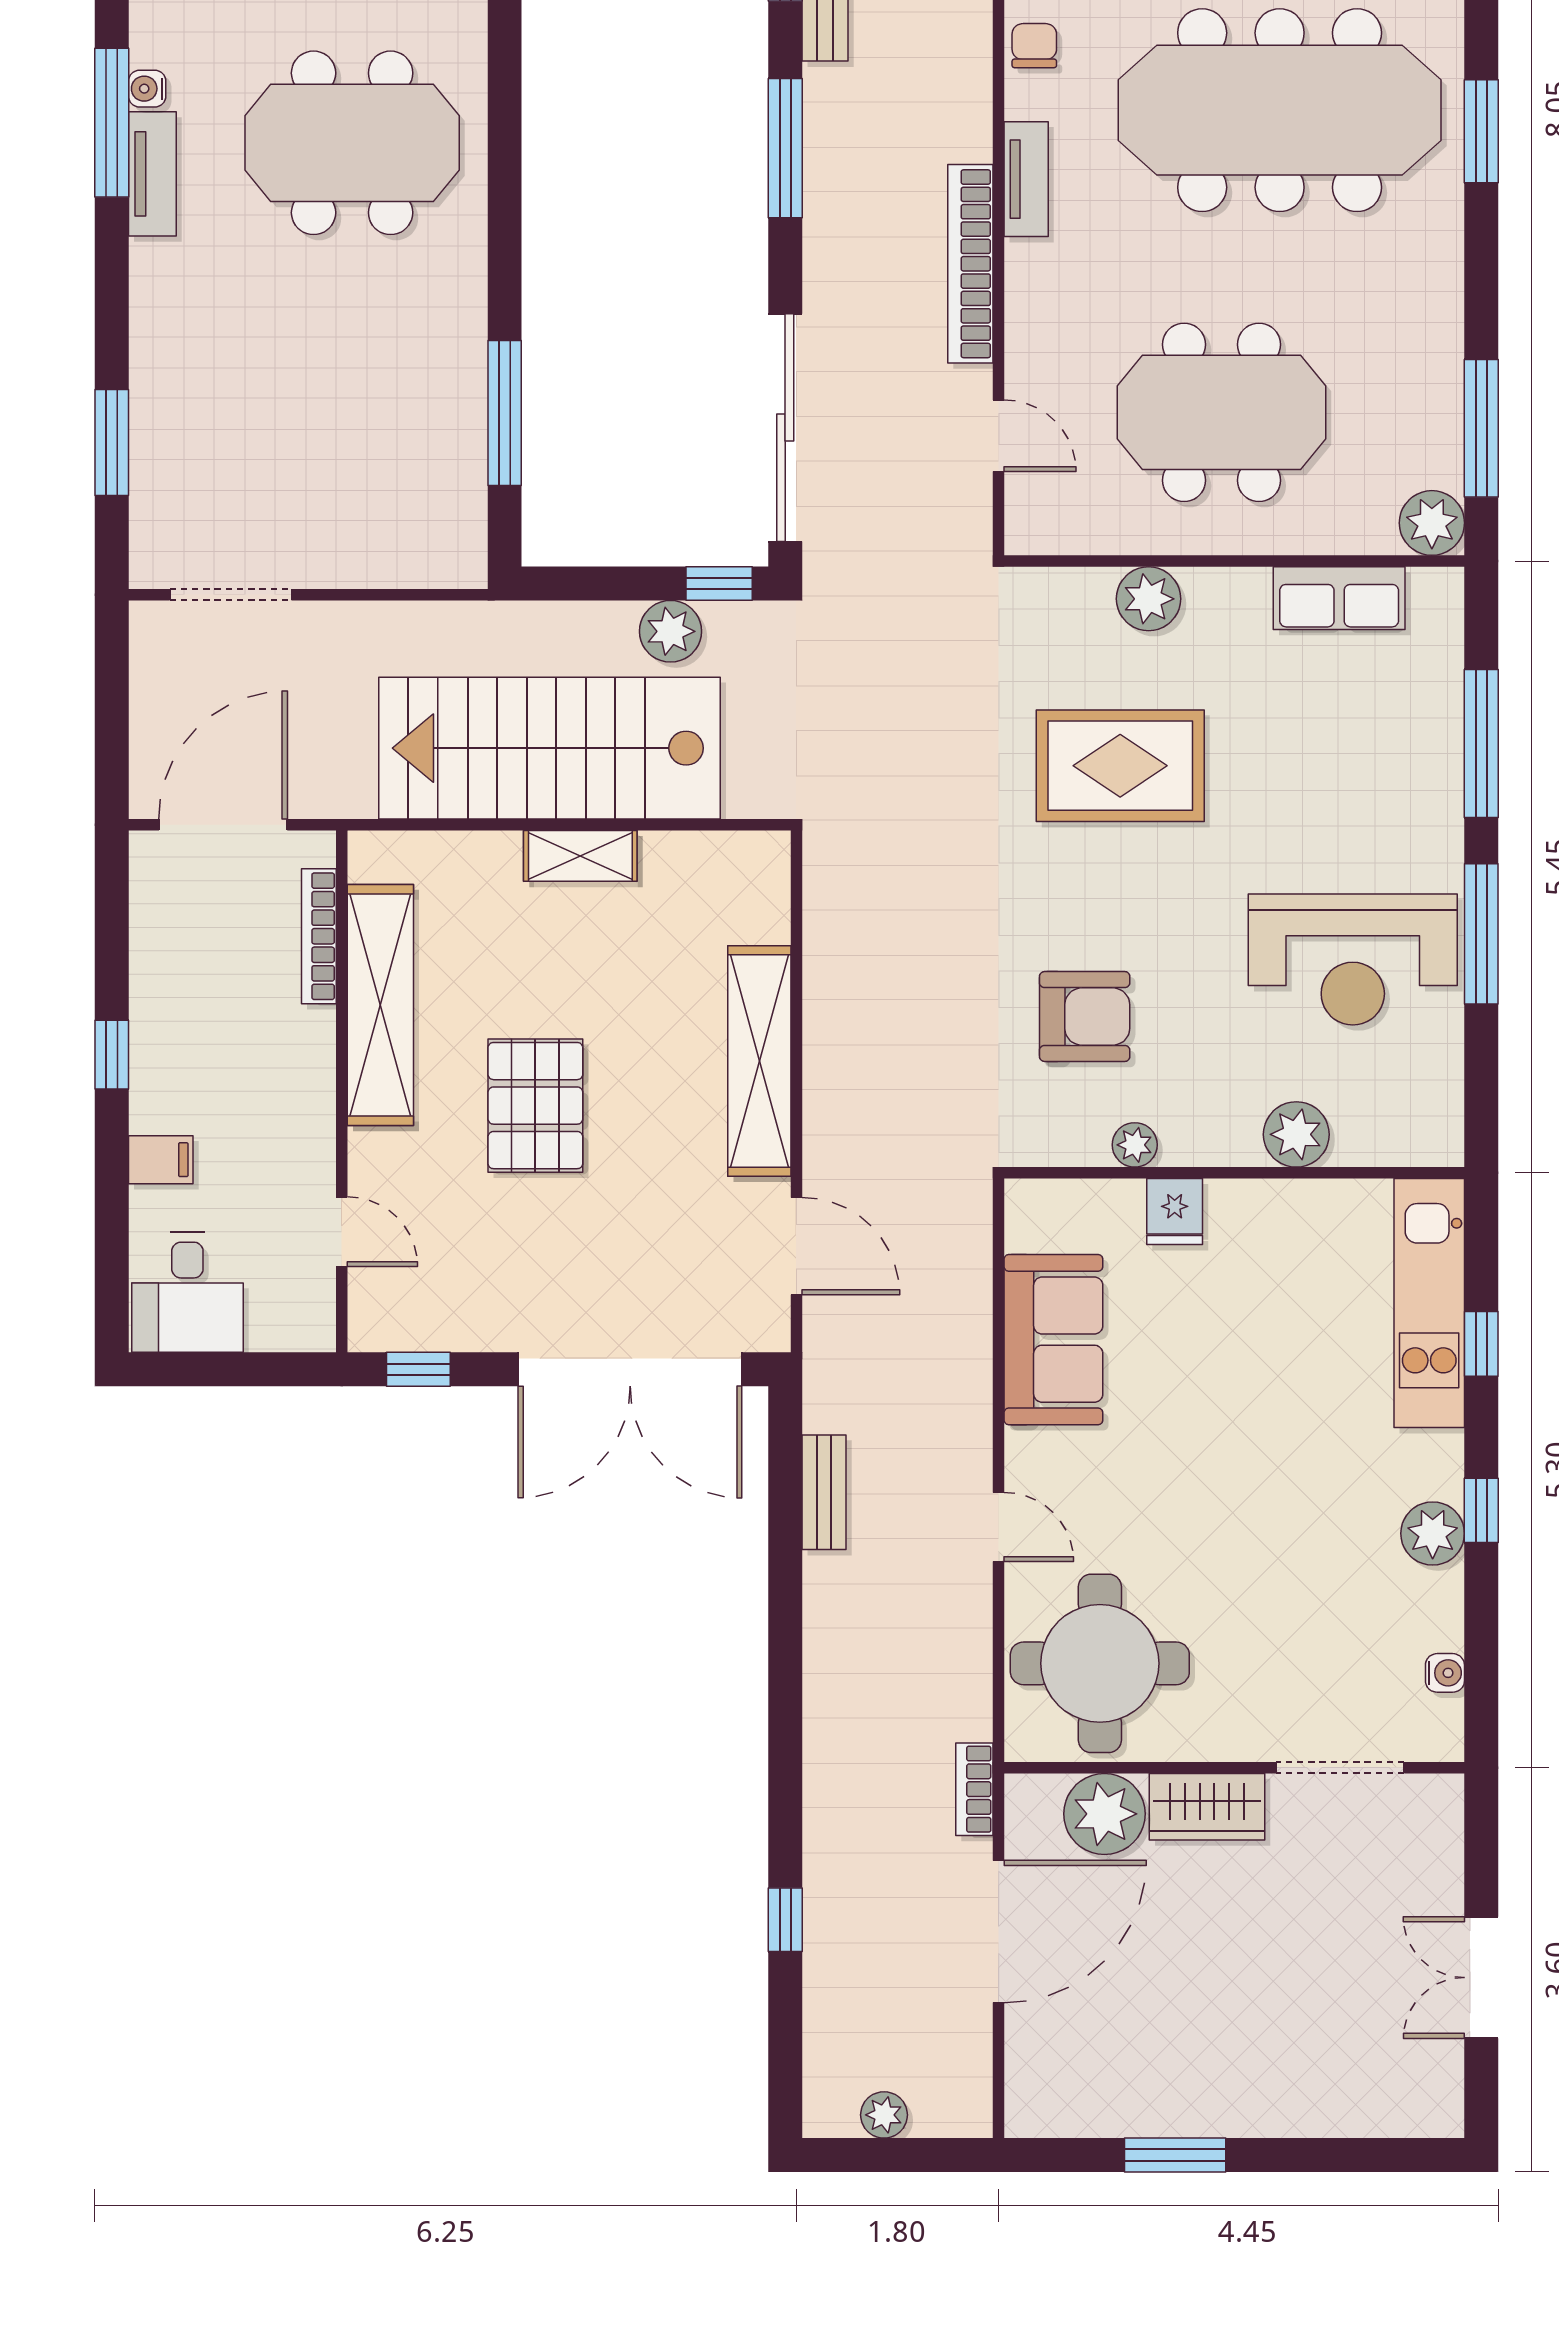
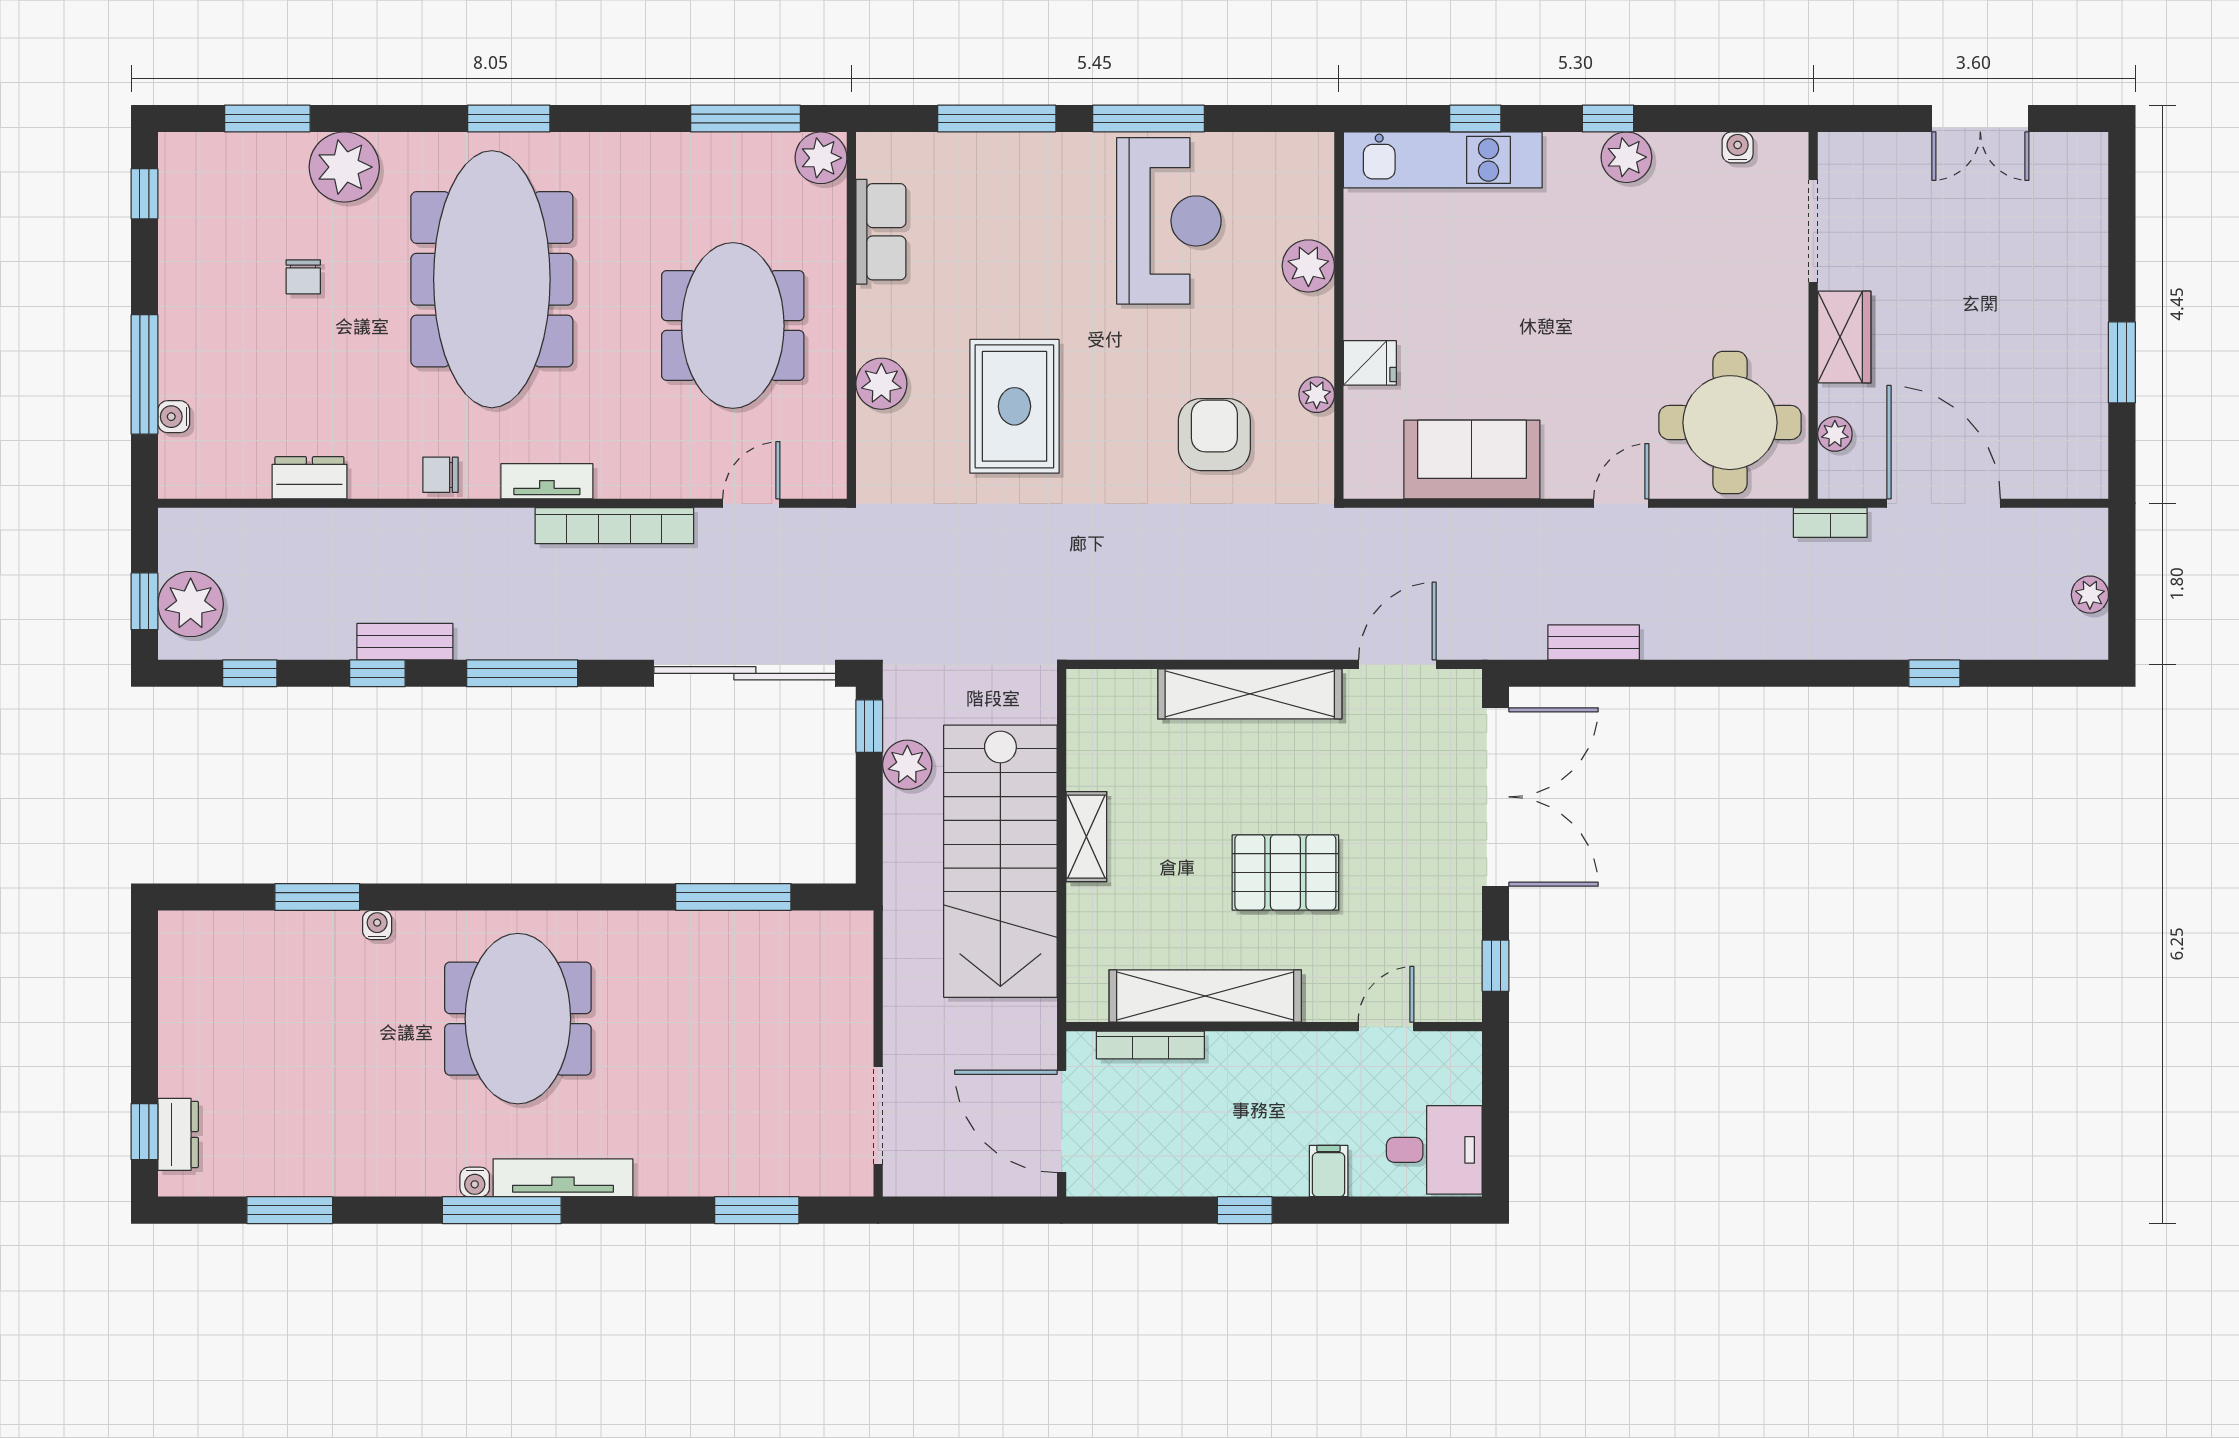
tv unit: (152, 174) -> (563, 1178), width x1.41
plant: (1104, 1814) -> (1835, 434), width x0.53, depth x0.53

